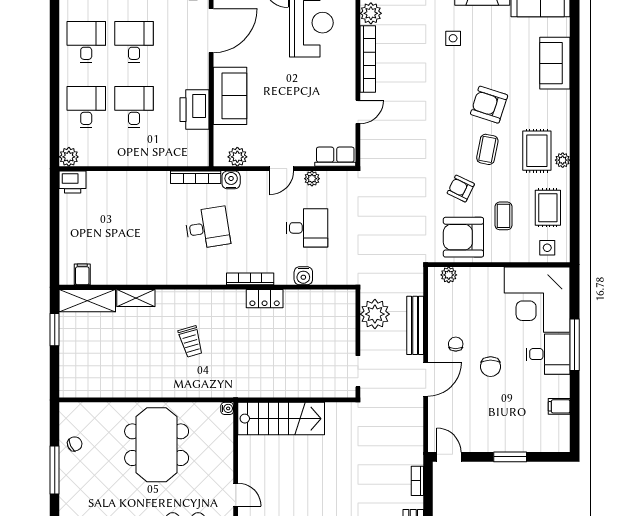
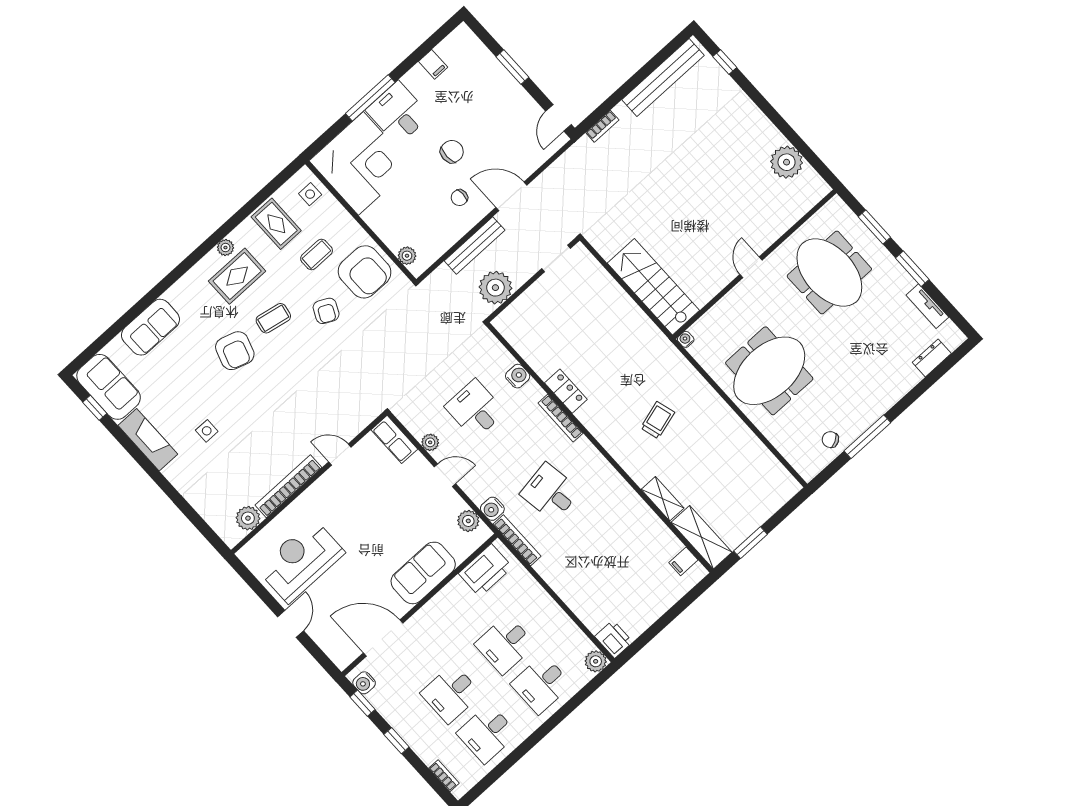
printer: (195, 110) -> (486, 570), moved
rug: (548, 208) -> (276, 224), turned 90

